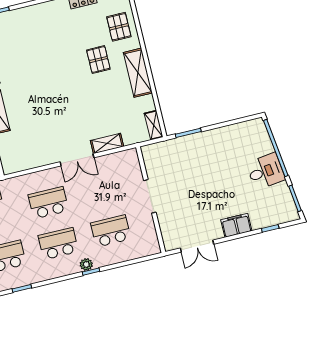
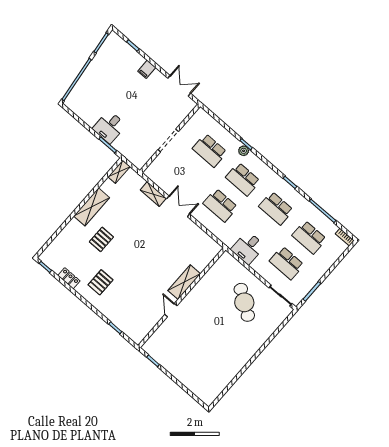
pallet: (119, 27) -> (101, 282), moved
desk: (266, 171) -> (109, 127), moved, turned -83
filing cabinet: (236, 225) -> (147, 69), width x0.50

